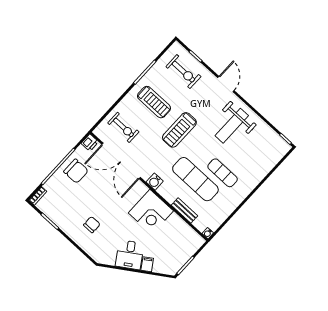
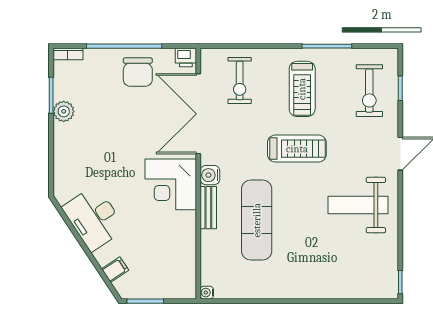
treadmill: (179, 130) -> (297, 149), turned 180
exercise mat: (223, 173) -> (293, 245), removed
bench: (184, 210) -> (208, 208), moved
corner desk: (151, 212) -> (171, 184), moved
plant: (63, 222) -> (64, 111), added
chair: (92, 225) -> (92, 148), removed
desk: (130, 255) -> (94, 218), width x1.37
filing cabinet: (147, 264) -> (115, 270), moved

